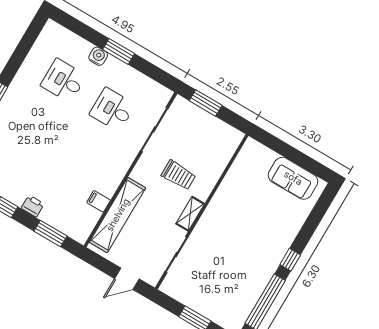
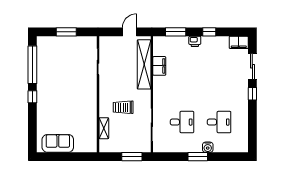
filing cabinet: (99, 201) -> (159, 66), width x2.00
shelving: (190, 214) -> (104, 128), moved
door: (127, 279) -> (130, 32), moved

